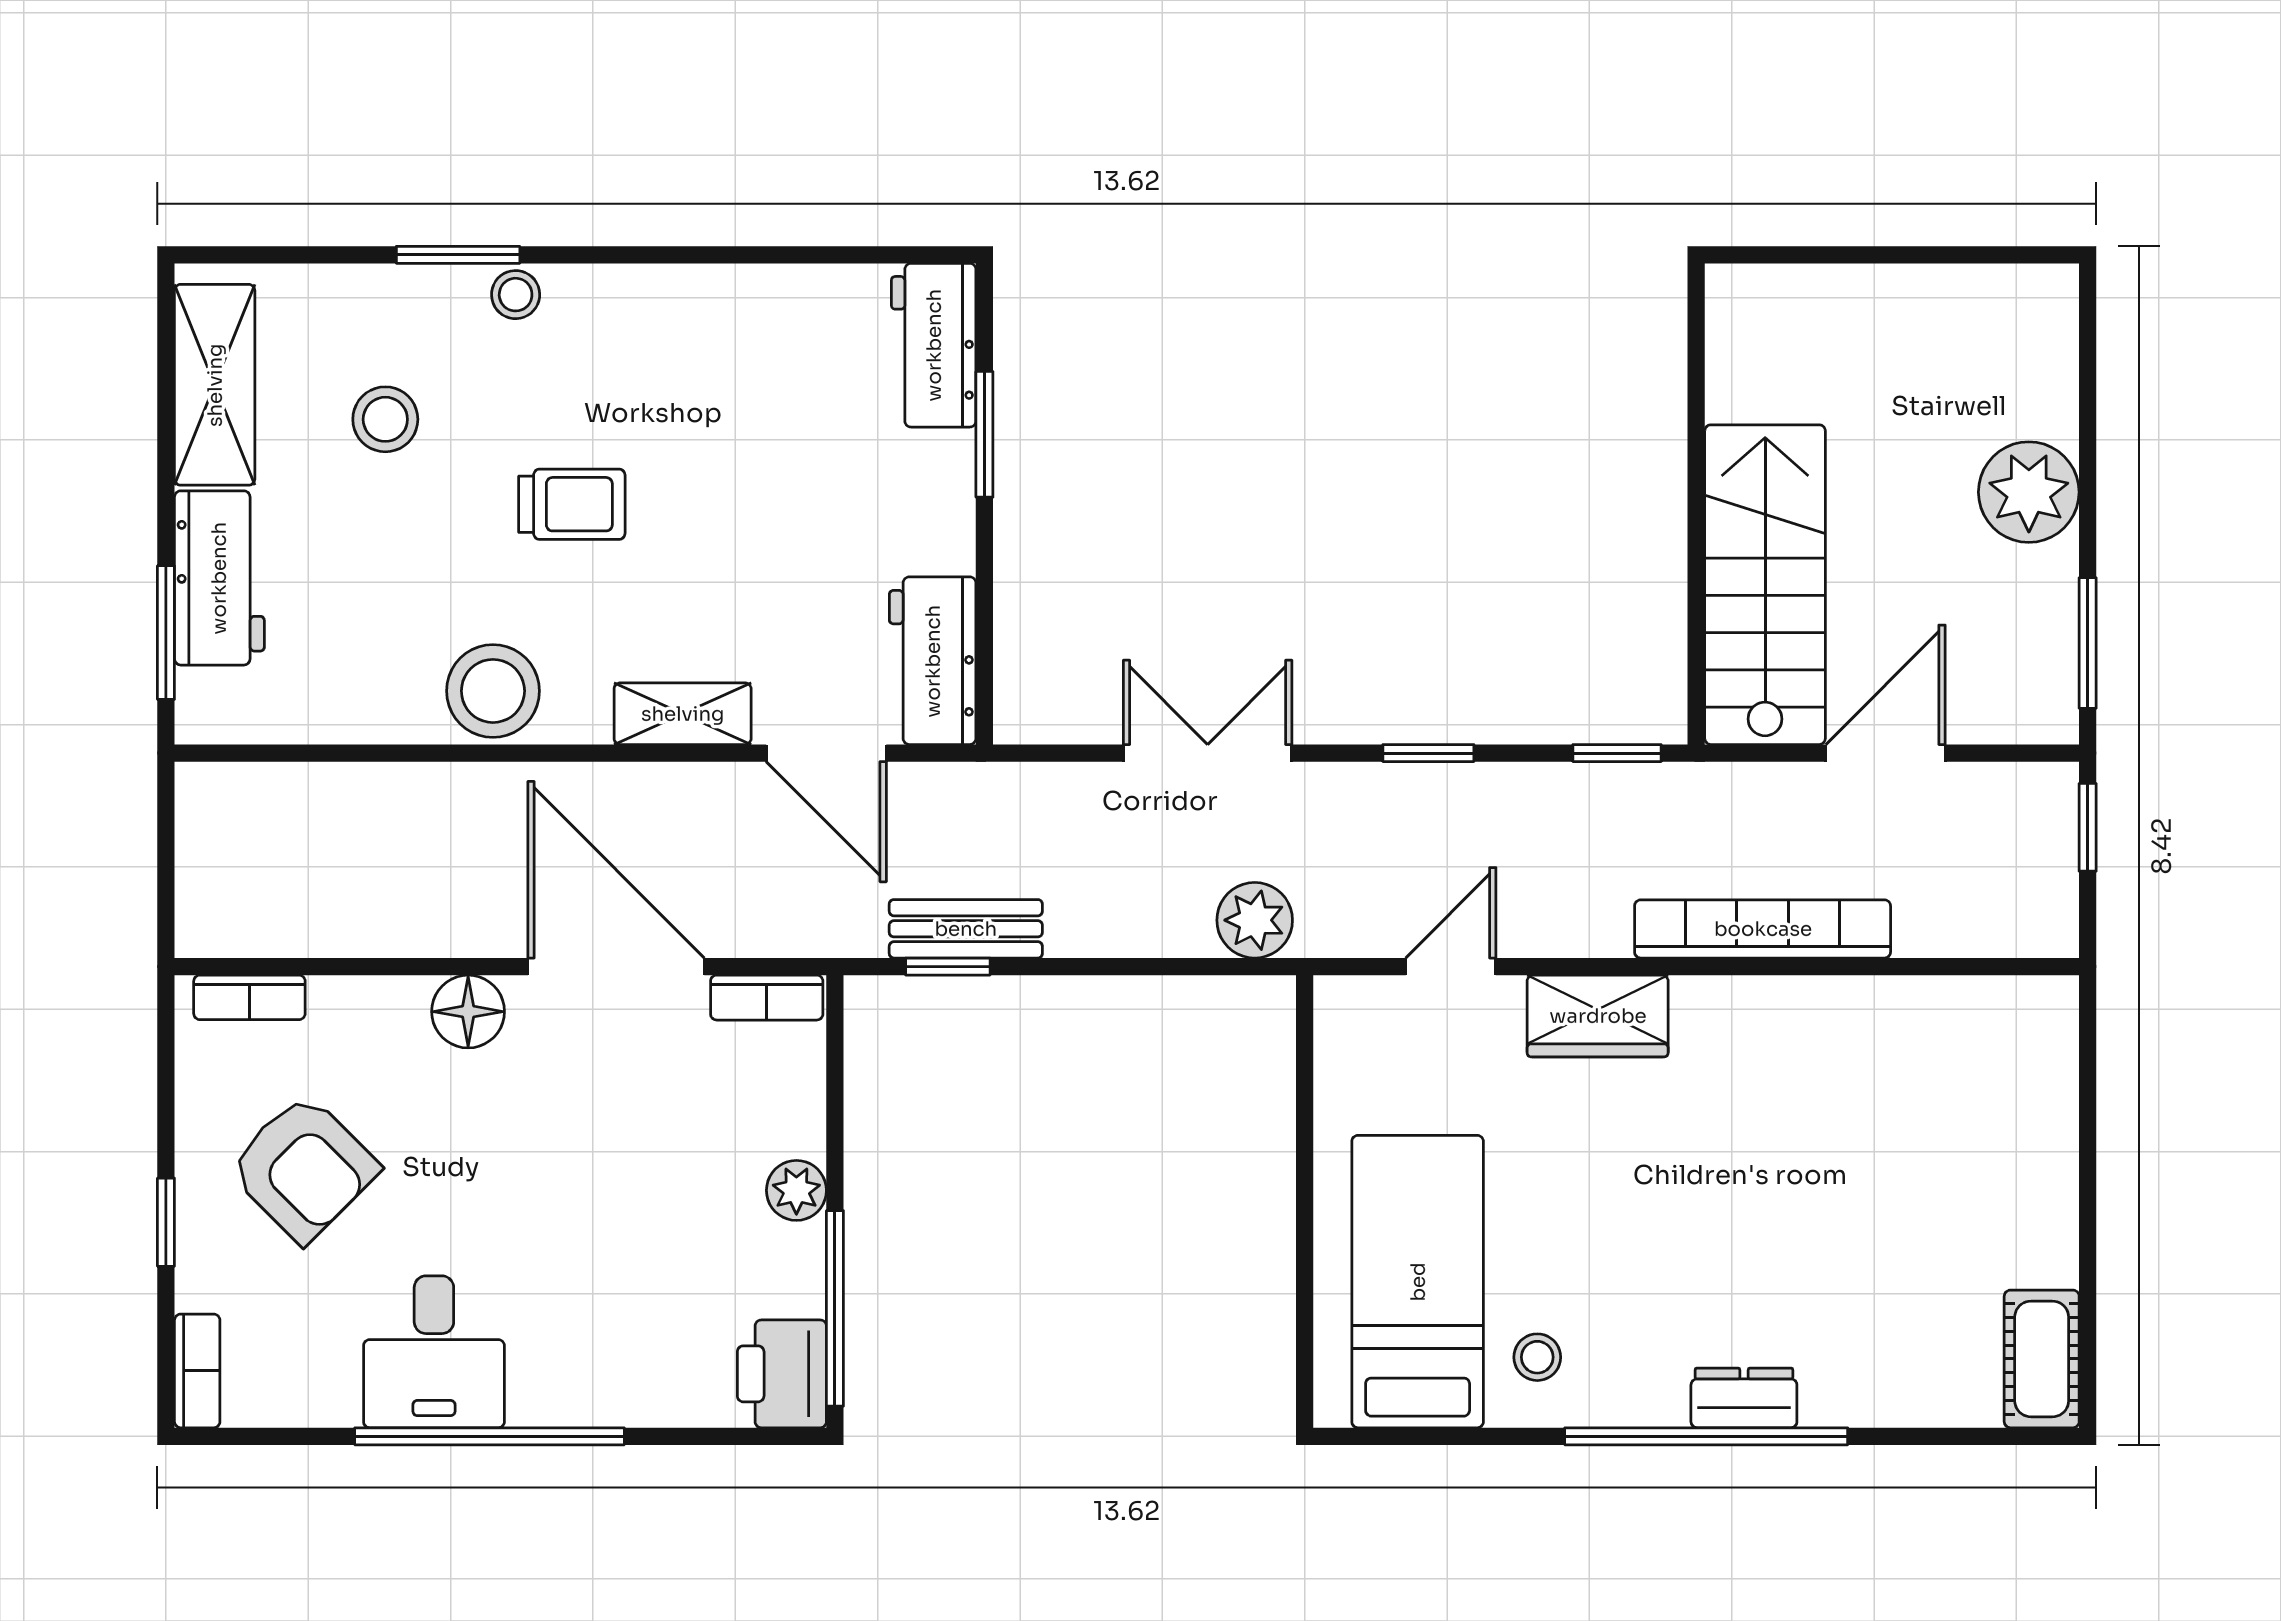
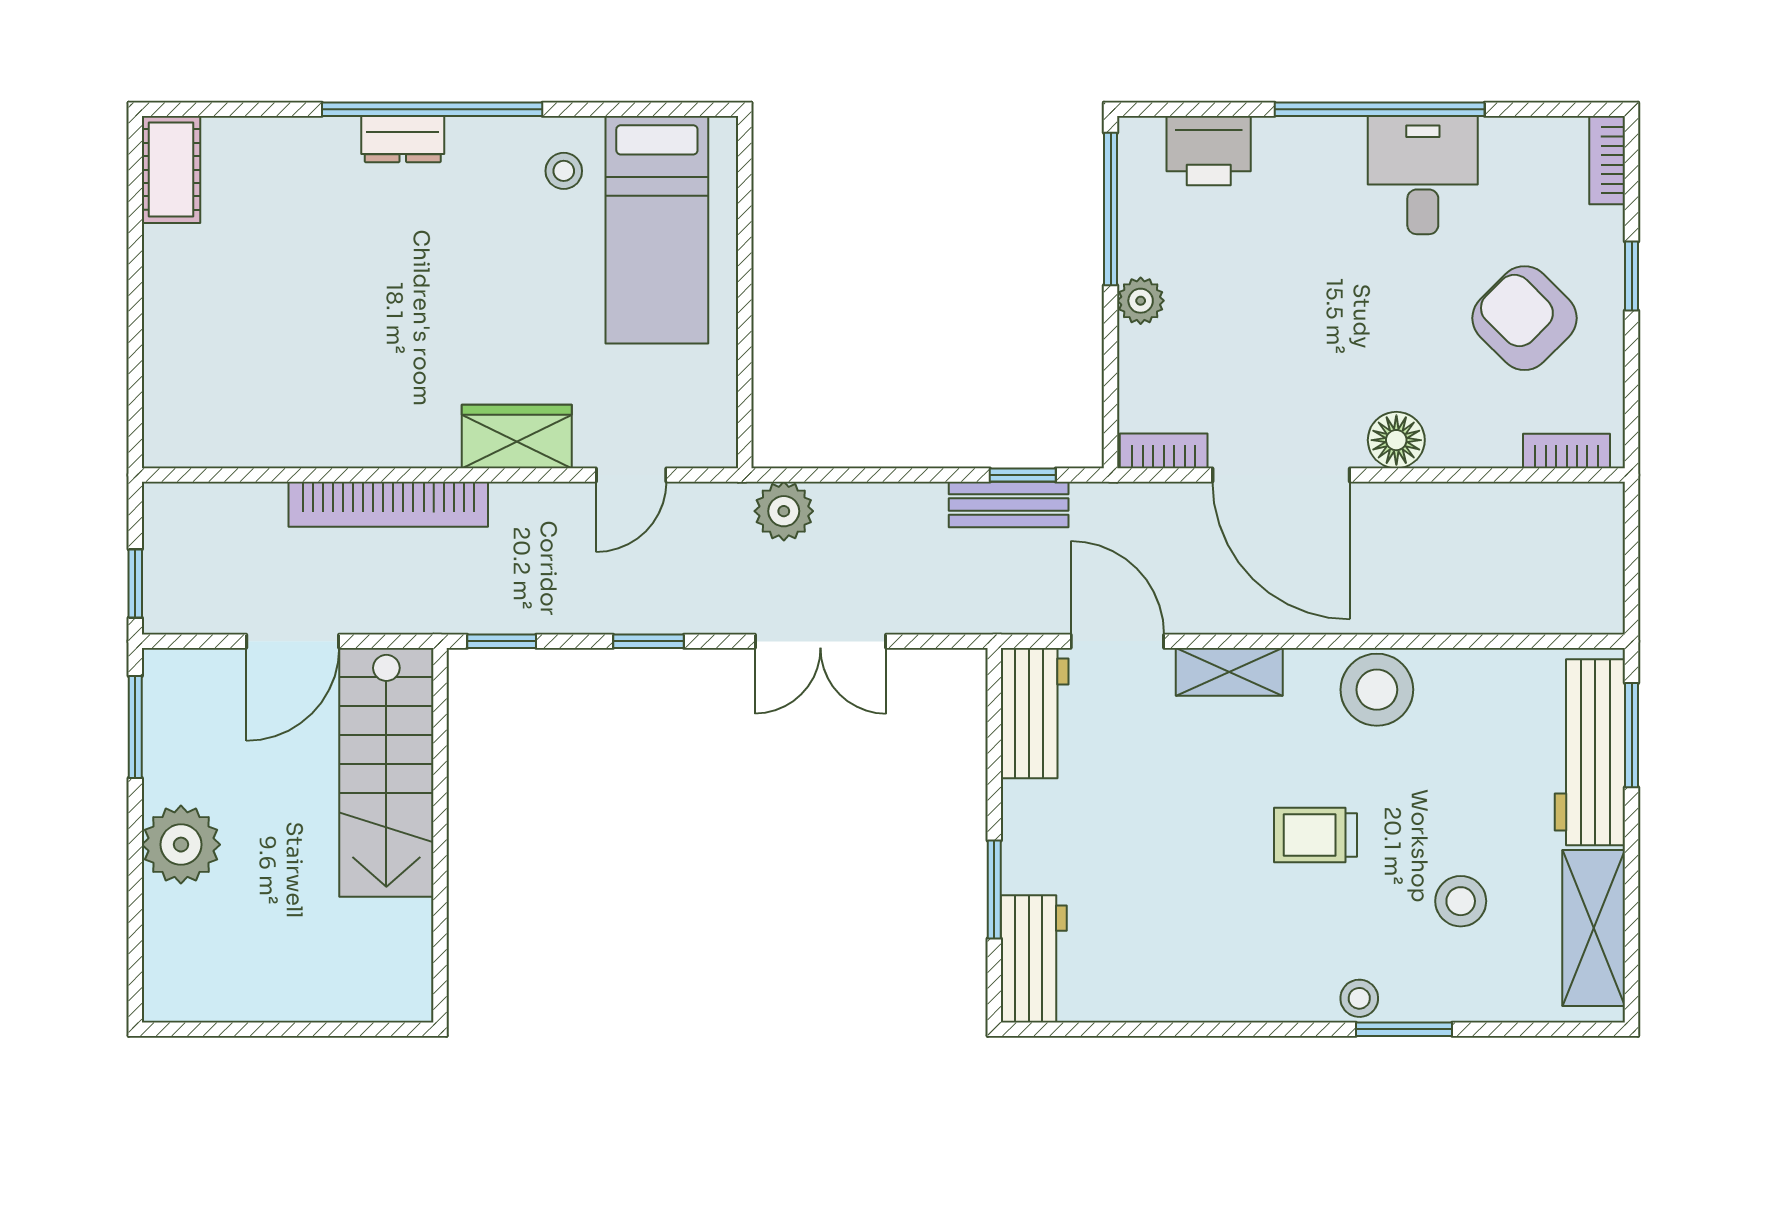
workbench: (219, 578) -> (1590, 752), width x1.38
printer: (782, 1374) -> (1209, 151), moved, turned 90

